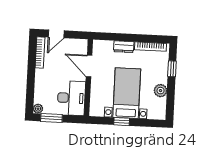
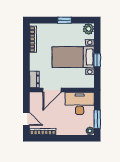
dresser: (124, 47) -> (34, 79), moved
window: (172, 69) -> (65, 20), moved
plant: (160, 91) -> (89, 29), moved

